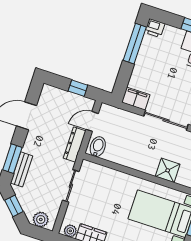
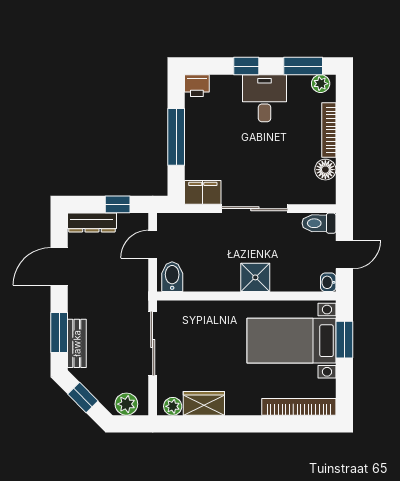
window: (135, 44) -> (176, 137), moved
dresser: (75, 145) -> (92, 222), moved, turned -90
shower: (168, 170) -> (255, 277), moved
sliding door: (71, 186) -> (153, 343), width x1.37

